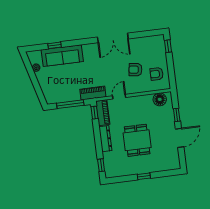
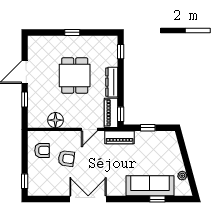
floor lamp: (160, 99) -> (55, 120), moved
window: (70, 104) -> (148, 128), width x0.46

